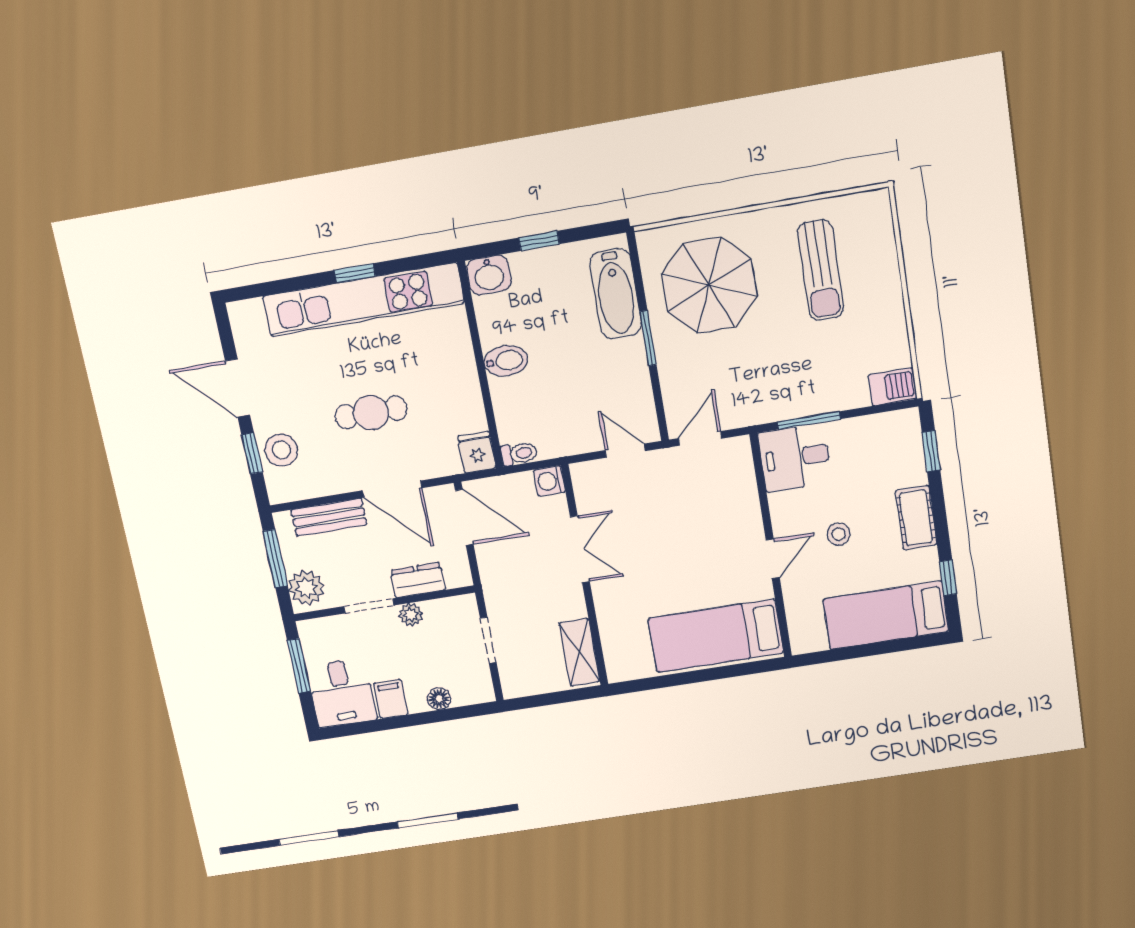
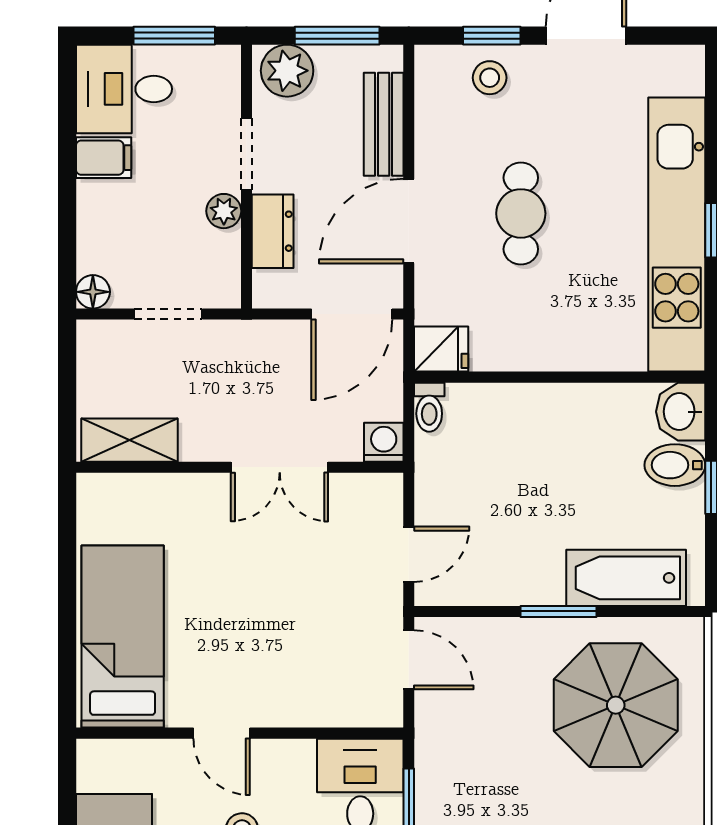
bidet: (506, 361) -> (675, 465), moved, turned 90
stool: (281, 450) -> (490, 78), width x0.73, depth x0.73
floor lamp: (439, 699) -> (93, 292), moved

